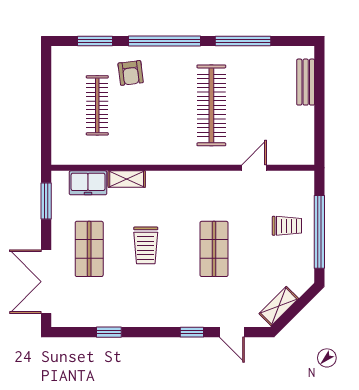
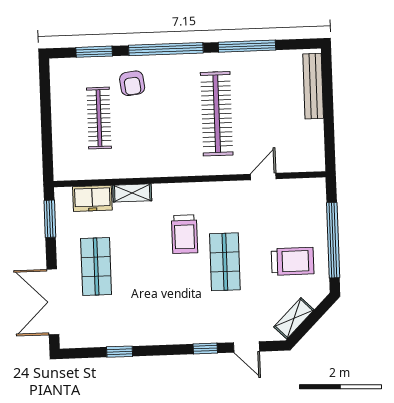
bench: (306, 82) -> (313, 86), width x1.36
trolley: (287, 226) -> (293, 261), moved, width x1.36, depth x1.39
trolley: (146, 245) -> (184, 234), moved

